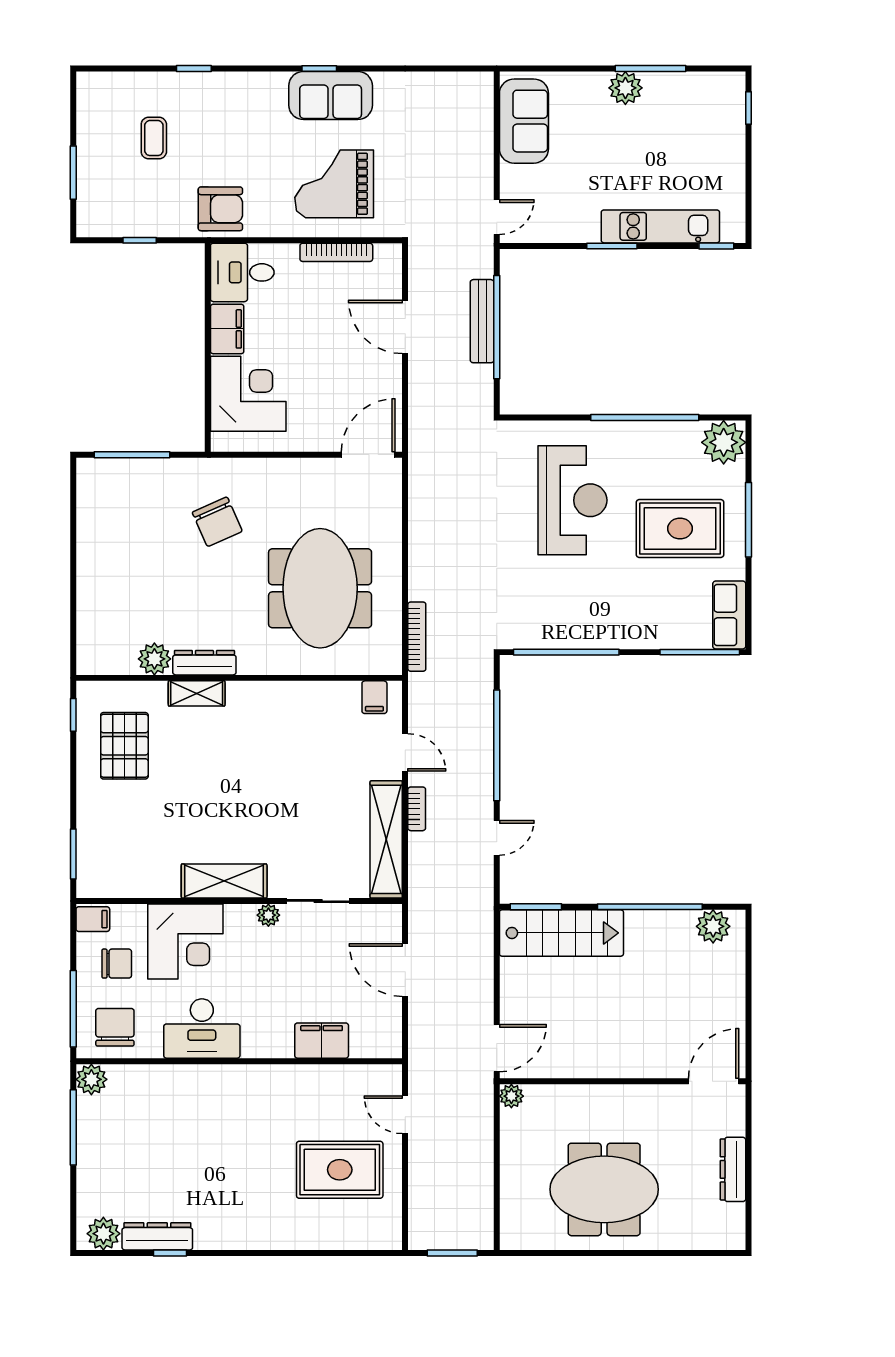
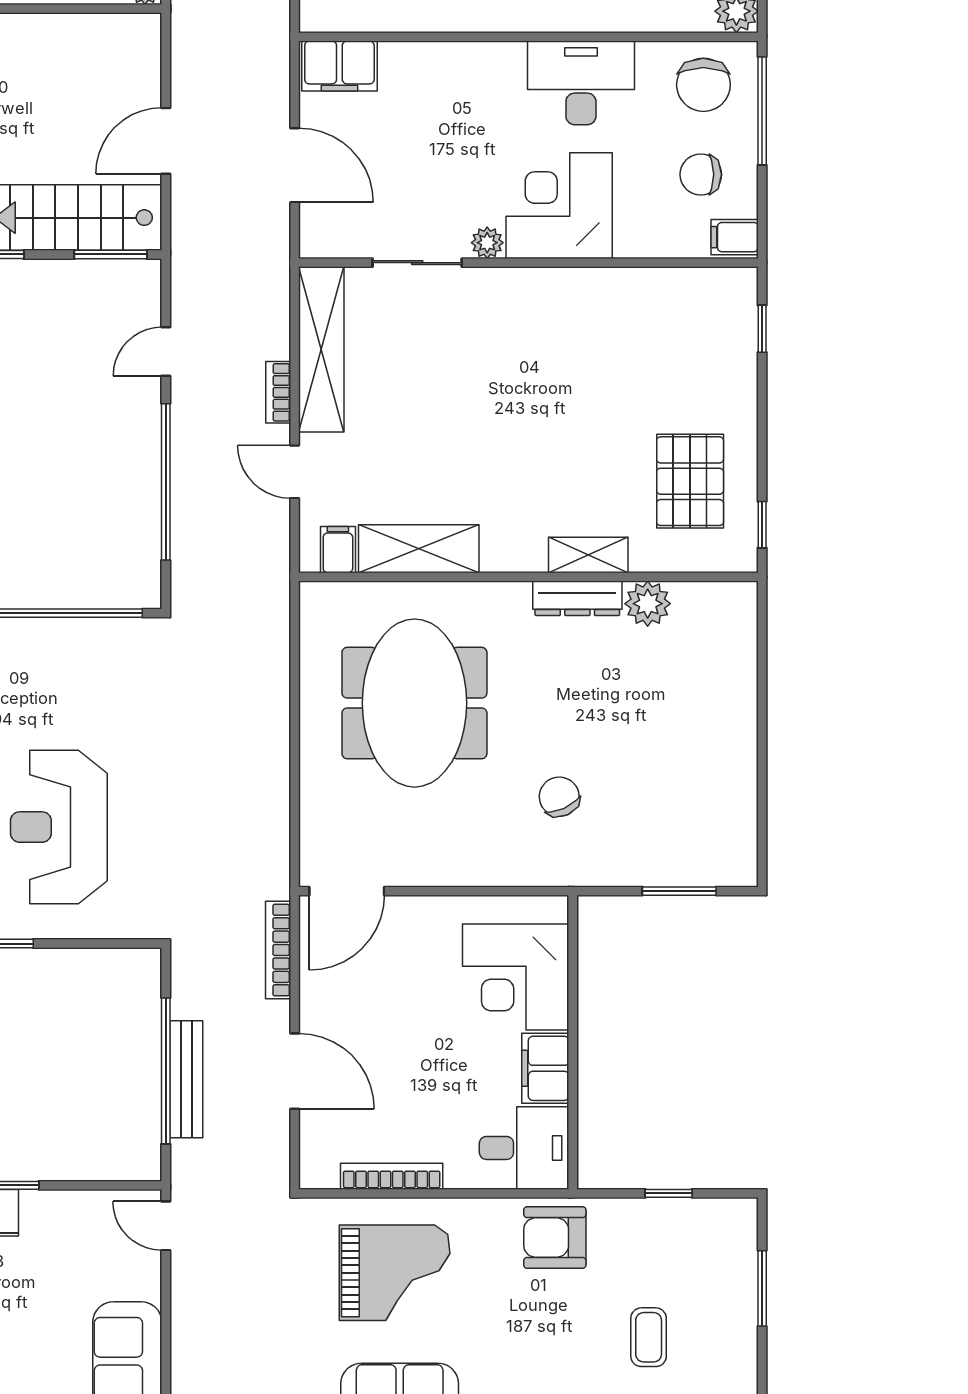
door: (497, 217) -> (166, 1226), hinge flipped
window: (132, 455) -> (679, 891), width x0.69
chair: (217, 522) -> (559, 797), width x0.73, depth x0.73
bookcase: (417, 637) -> (278, 950), moved
window: (73, 854) -> (762, 329), width x0.67
shelving: (224, 881) -> (419, 549), moved
corner desk: (185, 941) -> (559, 206), moved
filing cabinet: (322, 1041) -> (339, 66), moved
door: (497, 1048) -> (166, 141), moved

